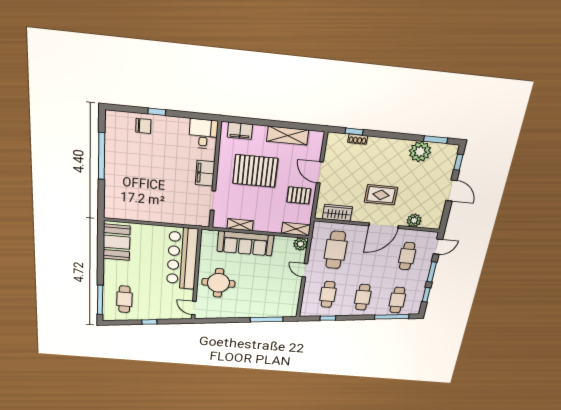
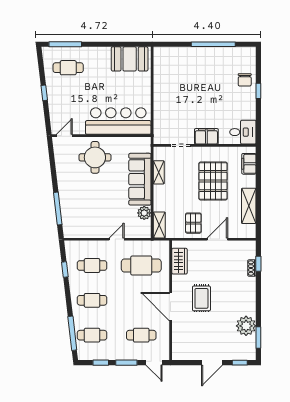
plant: (414, 220) -> (179, 334), removed
plant: (300, 244) -> (144, 213), moved

